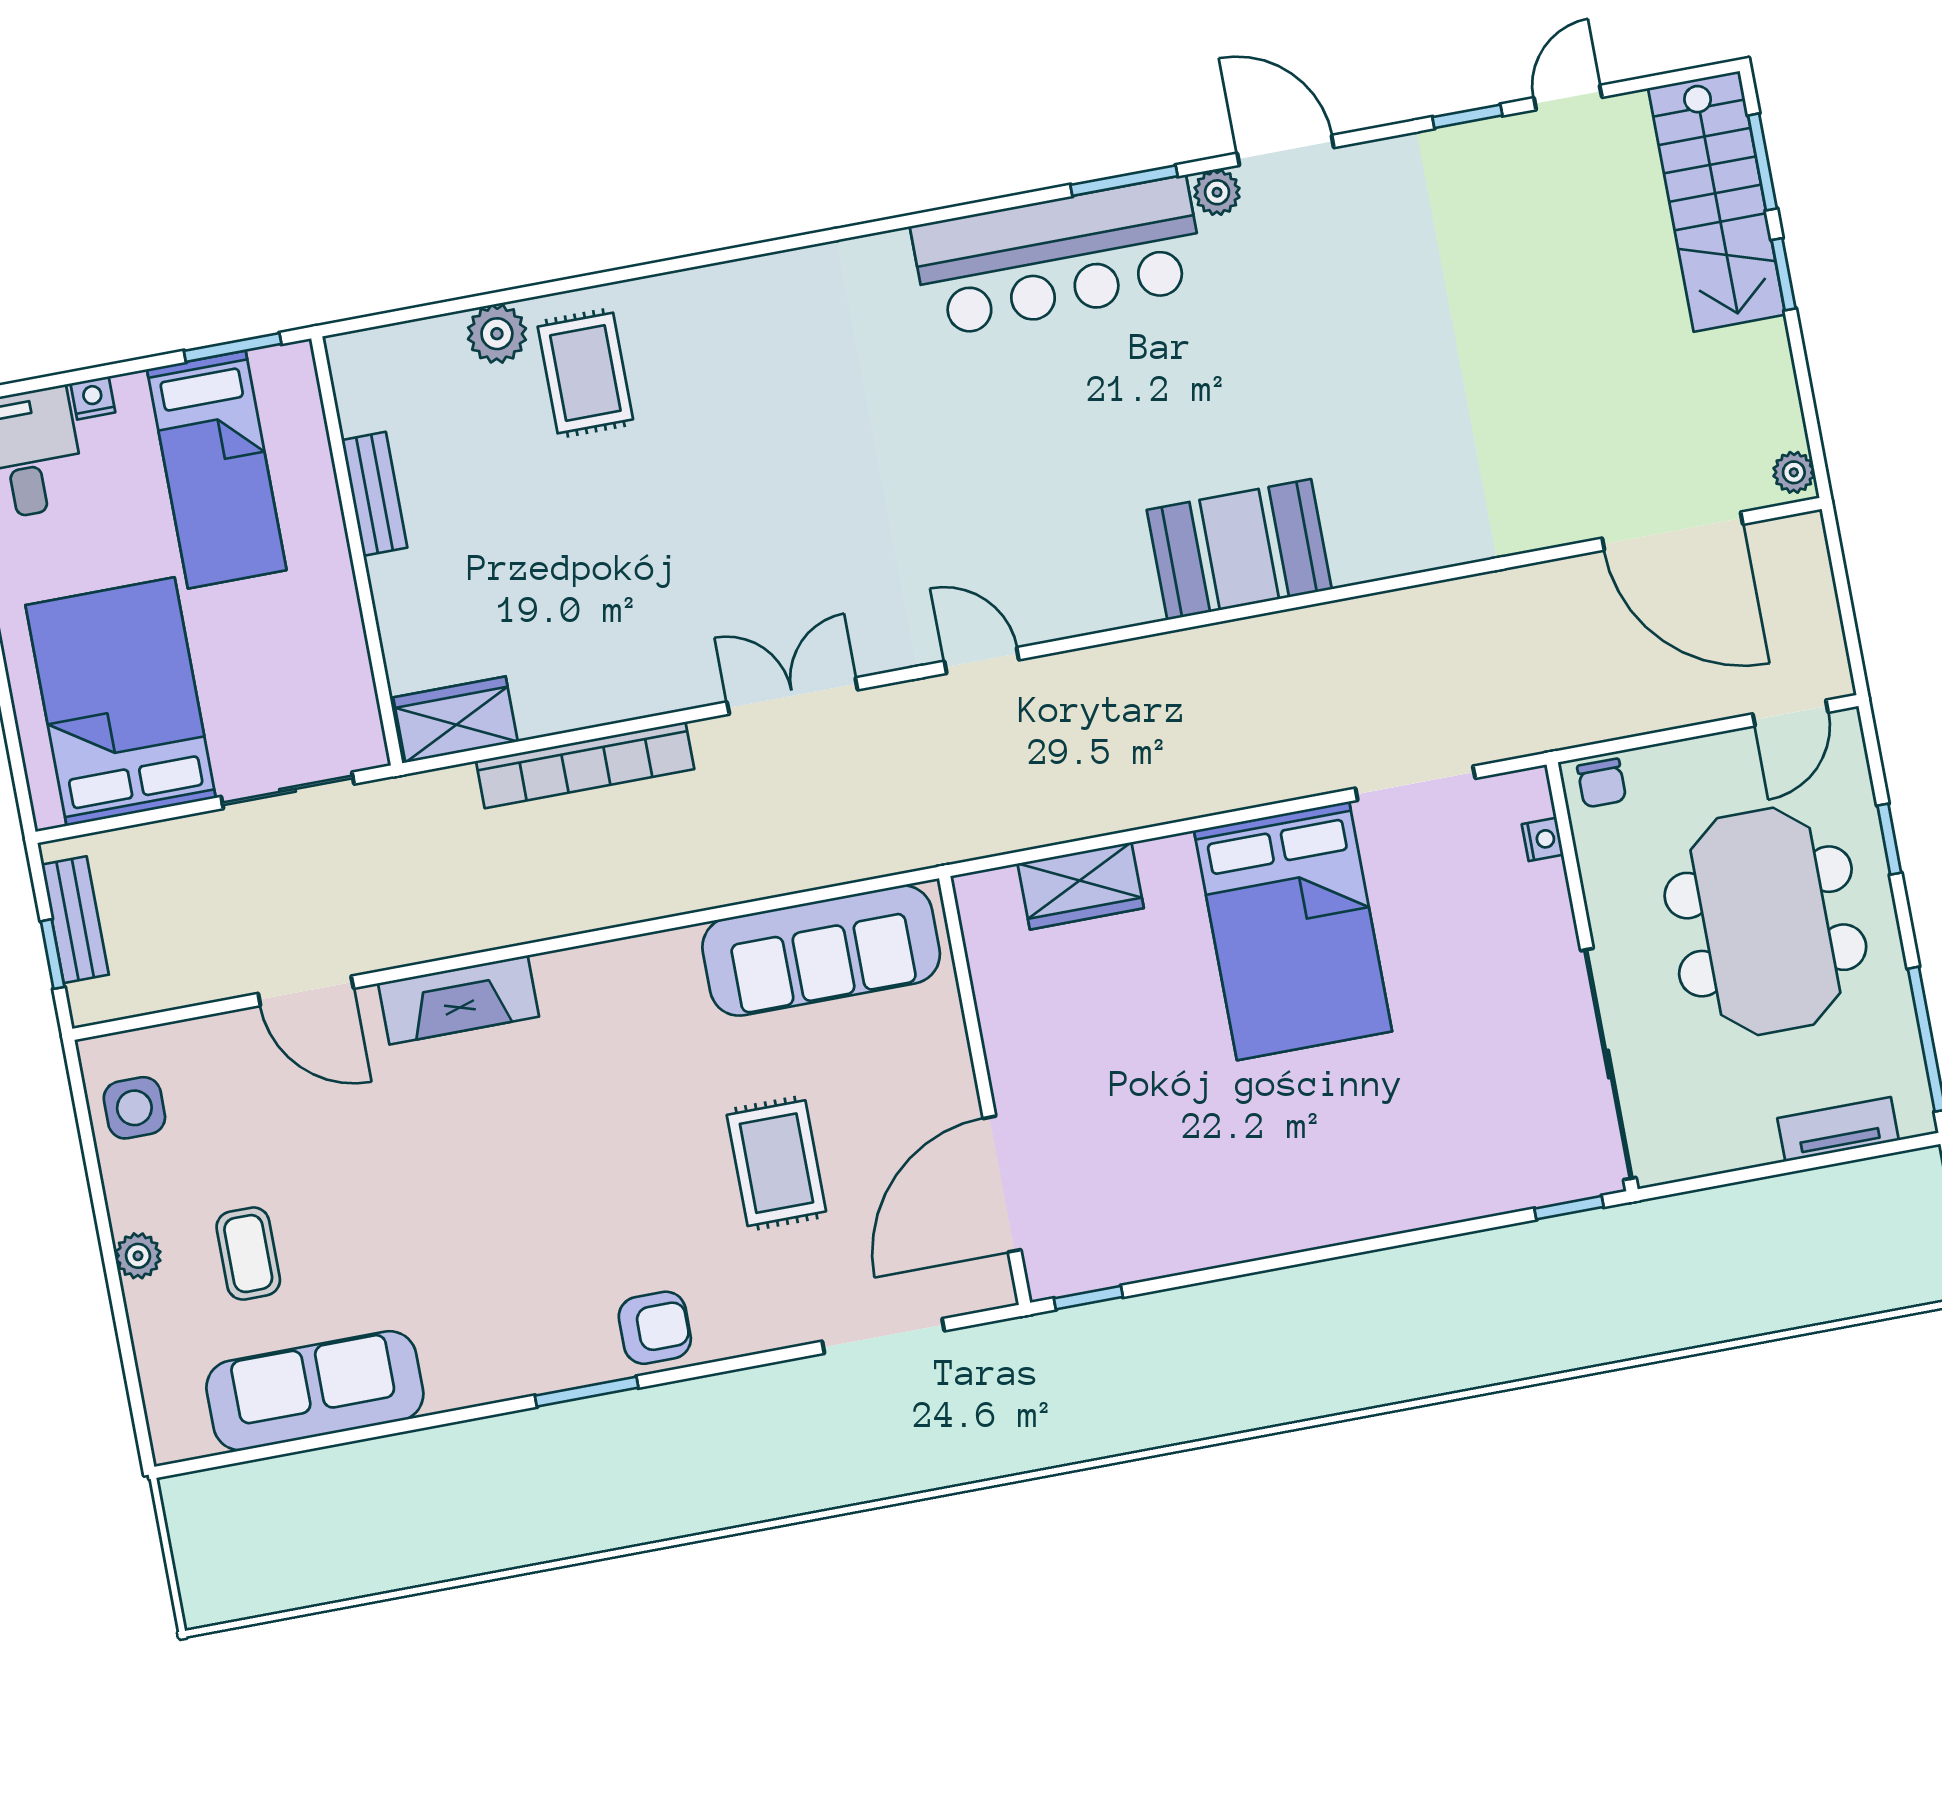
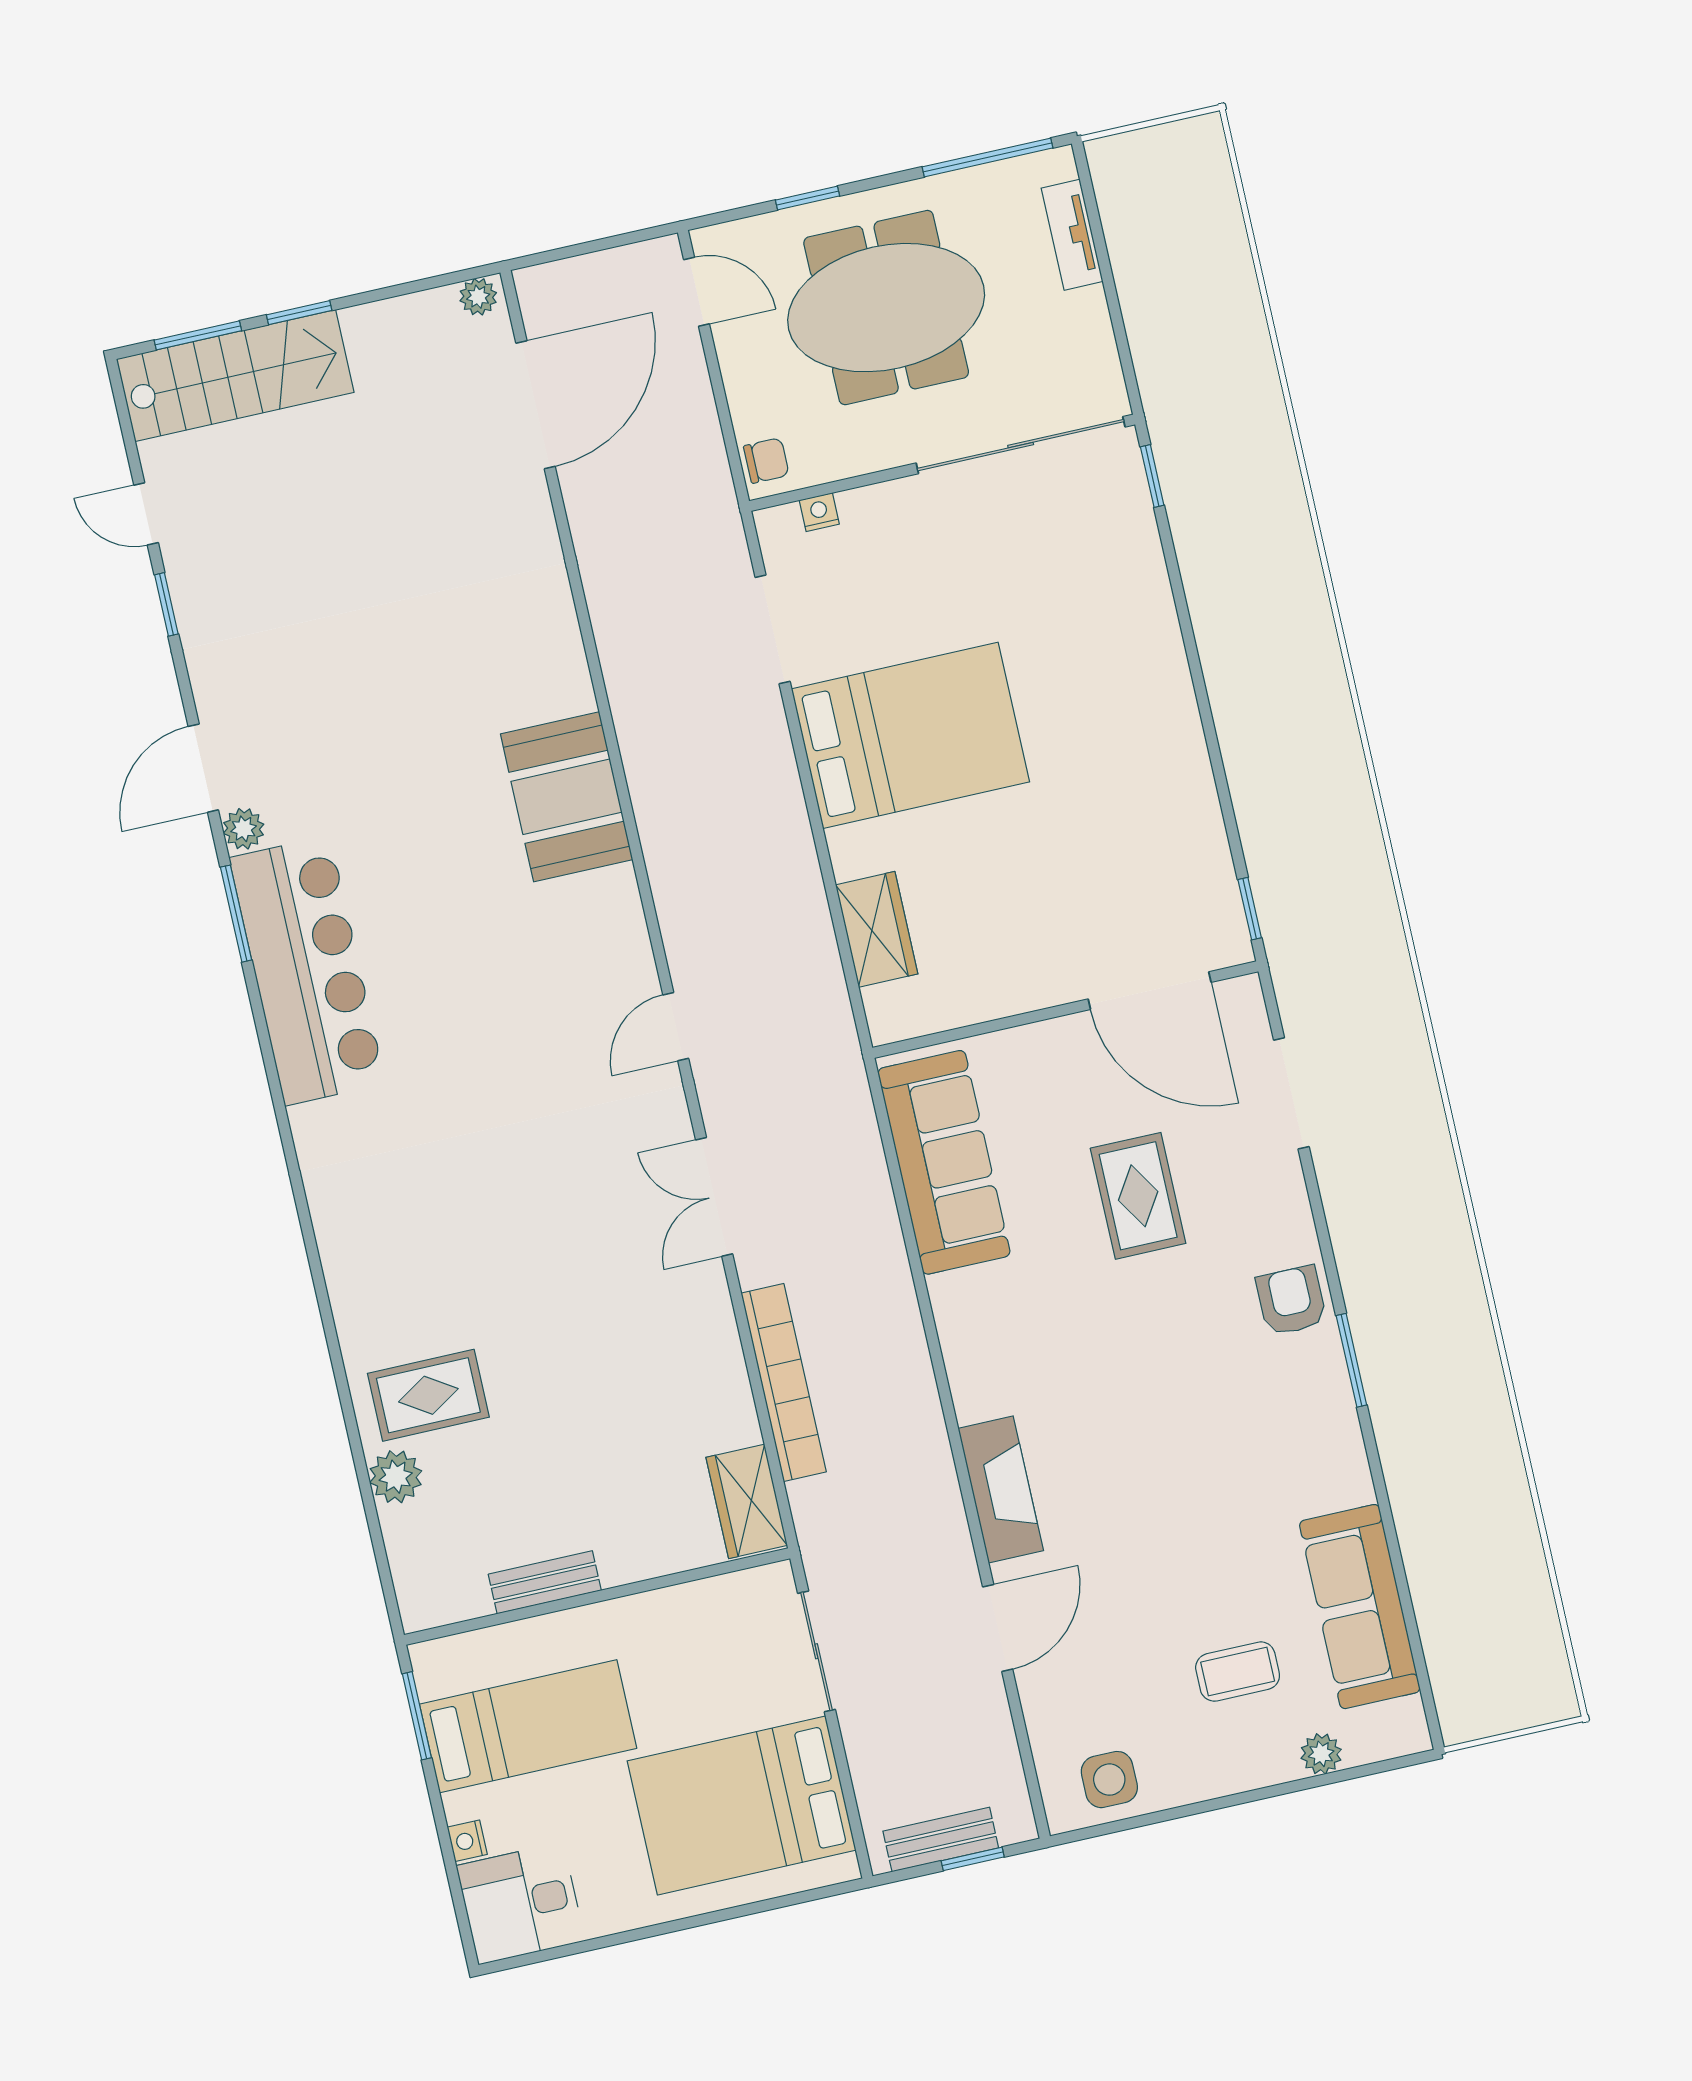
rug: (776, 1163) -> (1138, 1196), turned 90
plant: (138, 1256) -> (1321, 1754), moved

